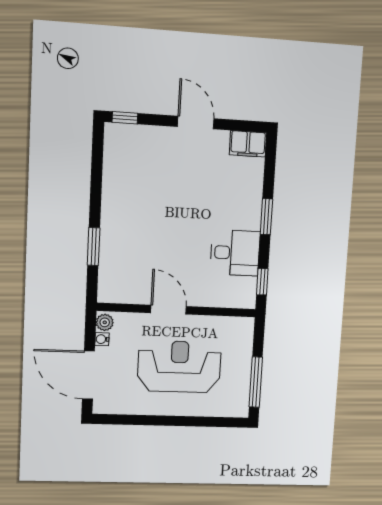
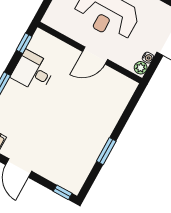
window: (94, 247) -> (106, 151), moved
door: (169, 310) -> (95, 55), hinge flipped

